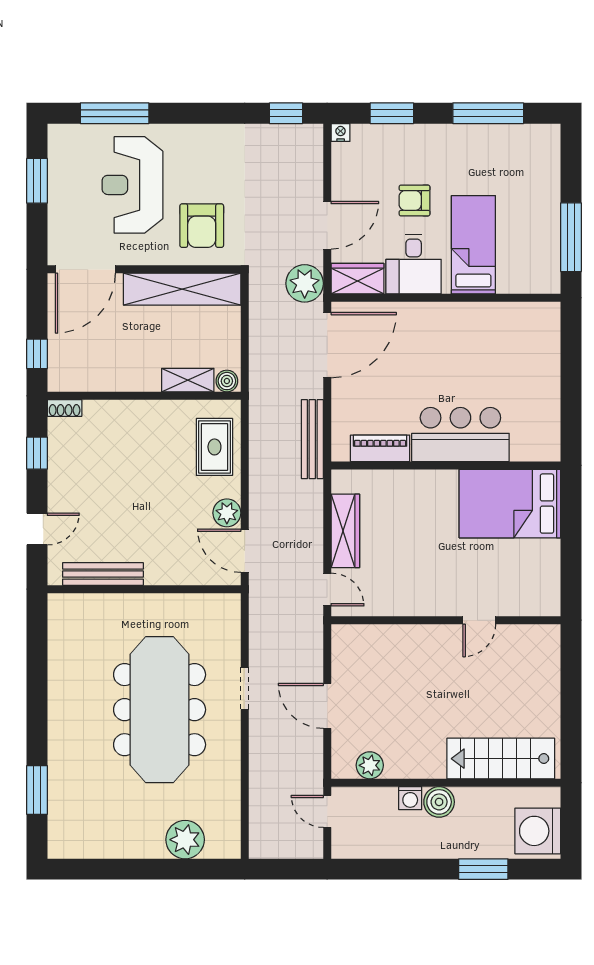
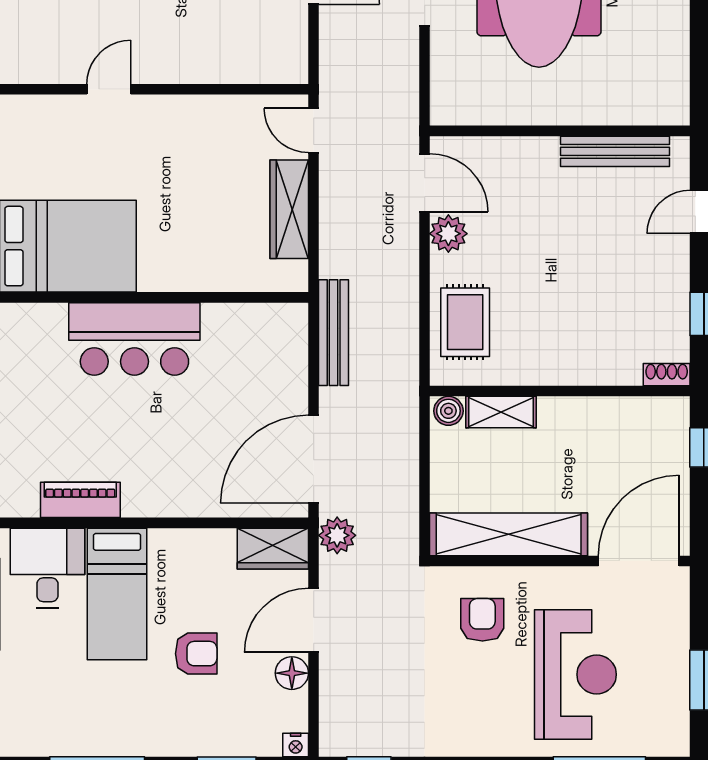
floor lamp: (343, 186) -> (292, 673), added
armchair: (202, 226) -> (482, 620), width x0.72, depth x0.72
desk: (414, 264) -> (47, 568), moved
plant: (305, 283) -> (337, 535), width x0.73, depth x0.73
piano: (380, 448) -> (80, 500), moved, turned 180

